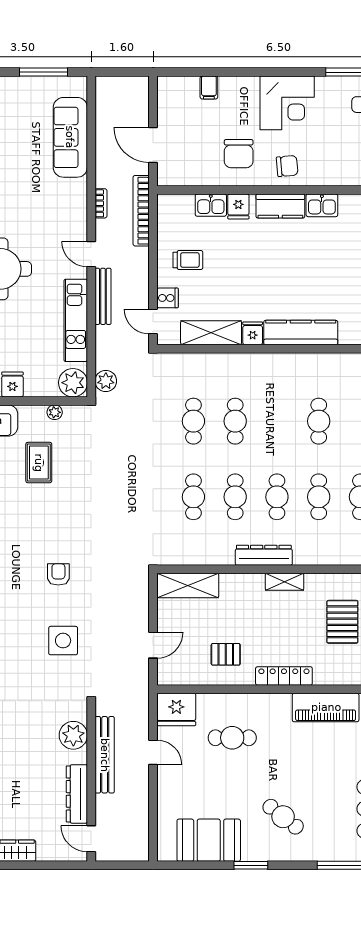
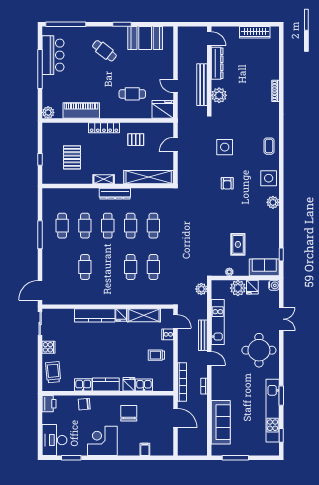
chair: (287, 166) -> (84, 404), moved
plant: (73, 383) -> (238, 288), moved
shelving: (188, 585) -> (149, 177), width x1.47

